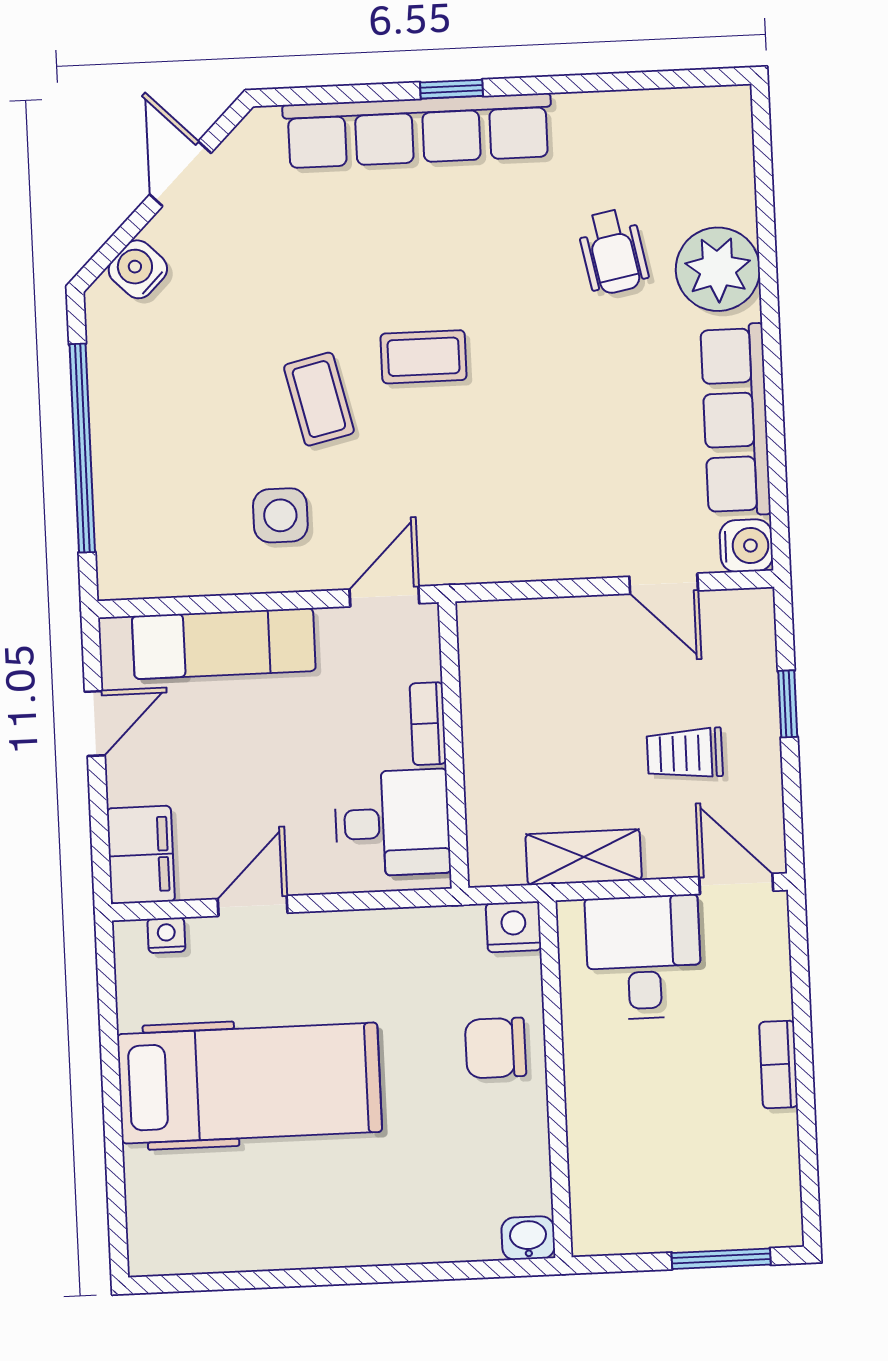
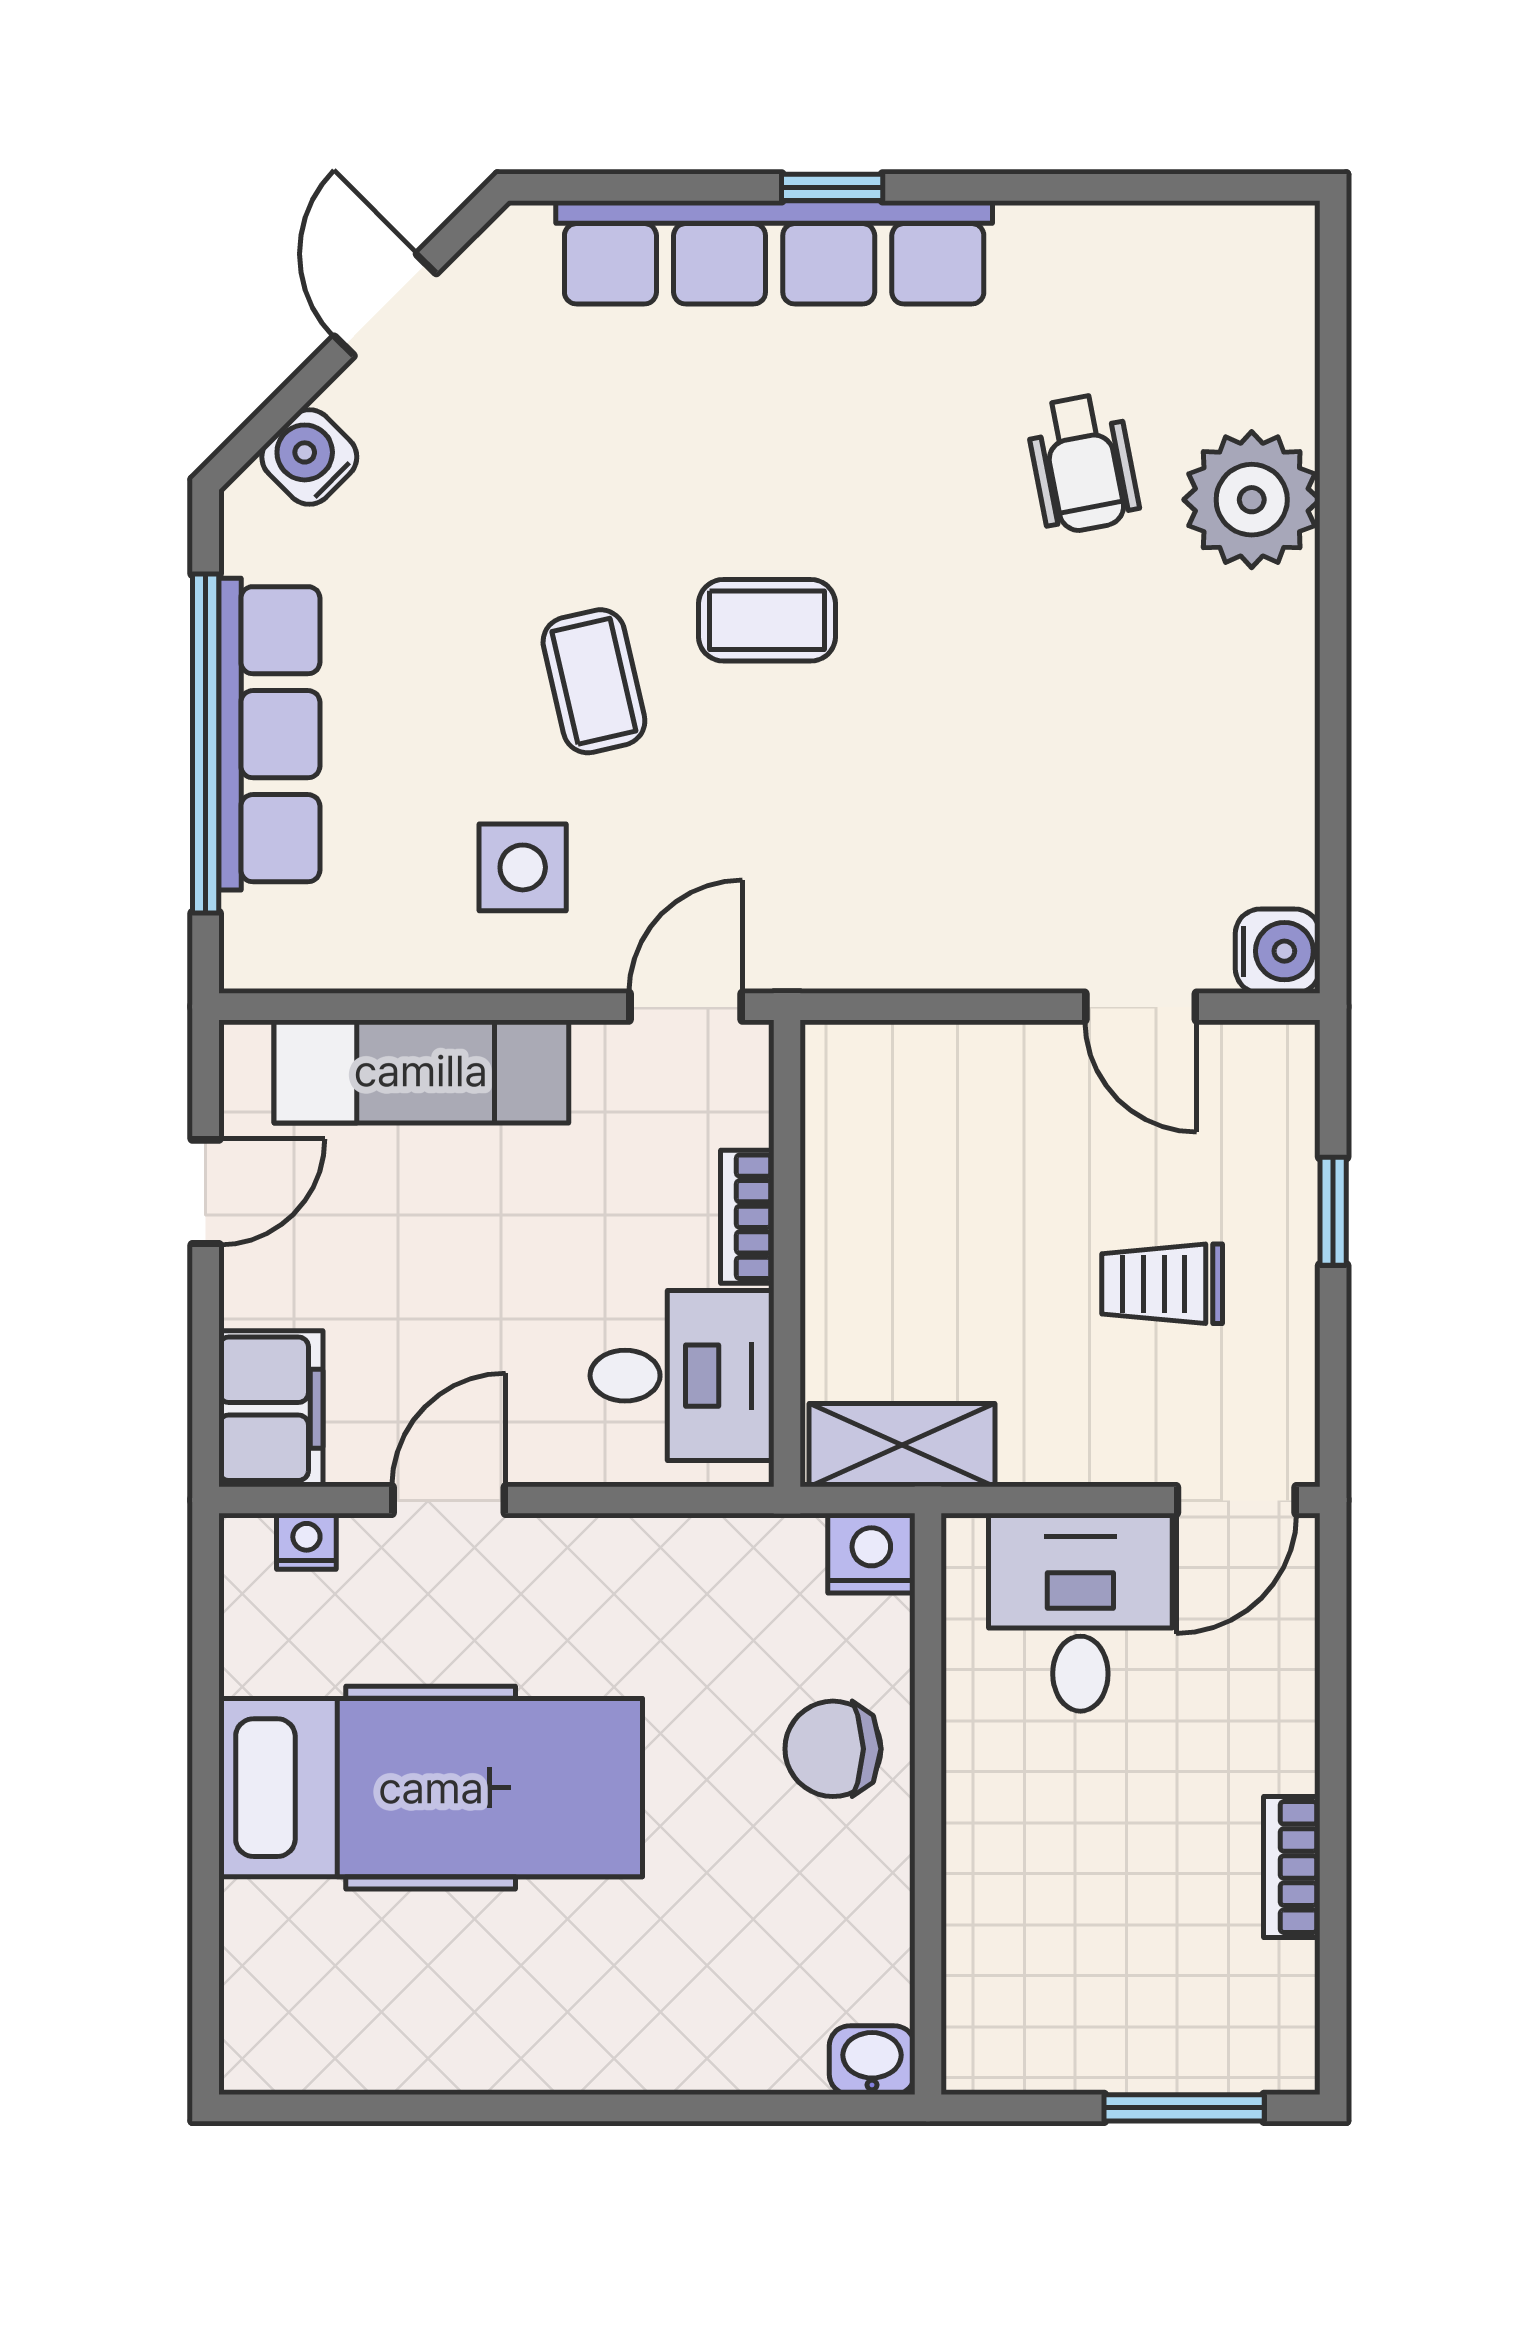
row of seats: (736, 420) -> (269, 734), moved, turned 180
shelving: (584, 857) -> (902, 1445), moved
door: (736, 884) -> (1236, 1500), swing flipped
bookcase: (779, 1064) -> (1292, 1867), moved

